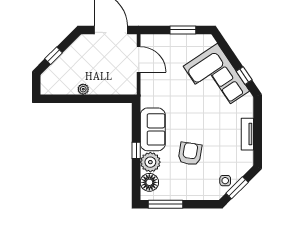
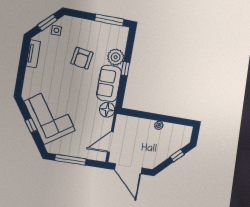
window: (183, 30) -> (70, 160), width x1.44
door: (139, 59) -> (110, 142), hinge flipped
window: (244, 76) -> (31, 125), moved
tv unit: (247, 134) -> (33, 54), moved
floor lamp: (149, 182) -> (107, 110), moved

